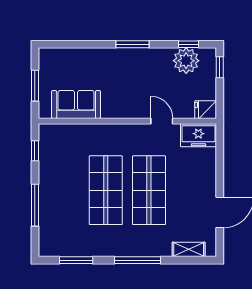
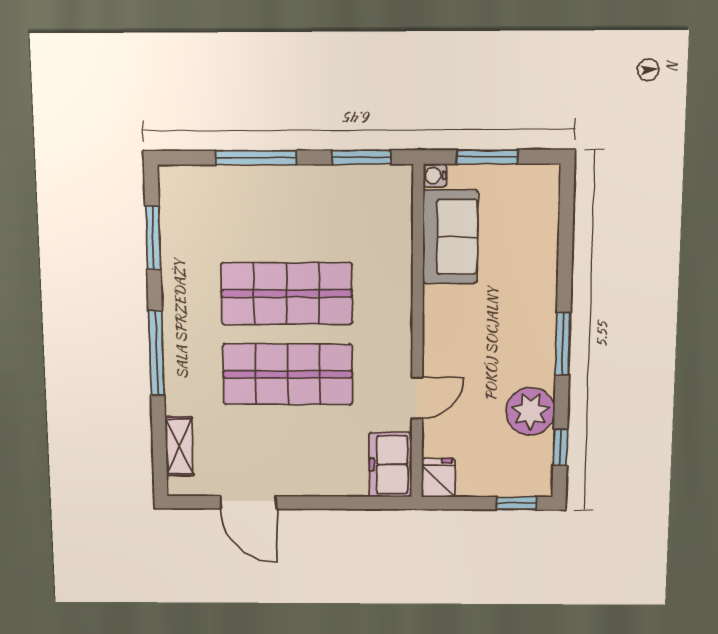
plant: (186, 61) -> (530, 411), moved
water cooler: (44, 113) -> (435, 175), added
window: (35, 151) -> (361, 157), width x1.50

